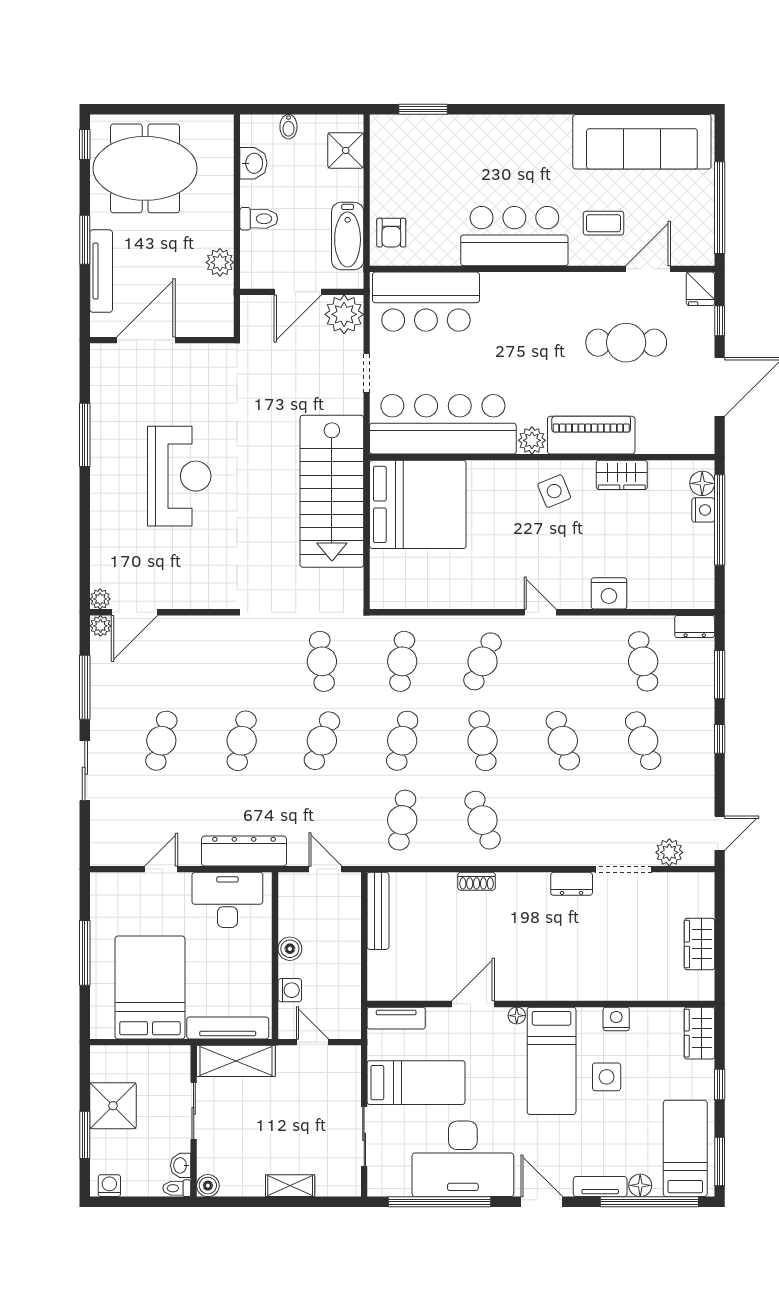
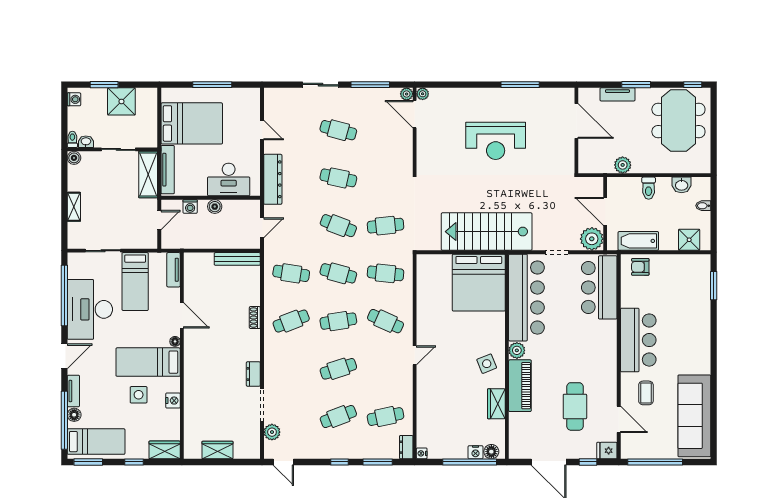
tv unit: (101, 271) -> (617, 94), width x0.71
nightstand: (609, 593) -> (422, 453), moved, width x0.53, depth x0.56
desk: (227, 900) -> (229, 179), moved, turned 90

